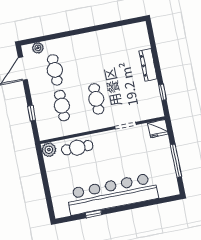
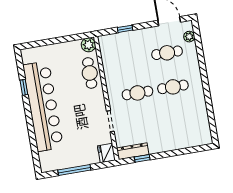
dresser: (148, 65) -> (133, 151), moved
cafe table: (62, 106) -> (173, 87), moved

